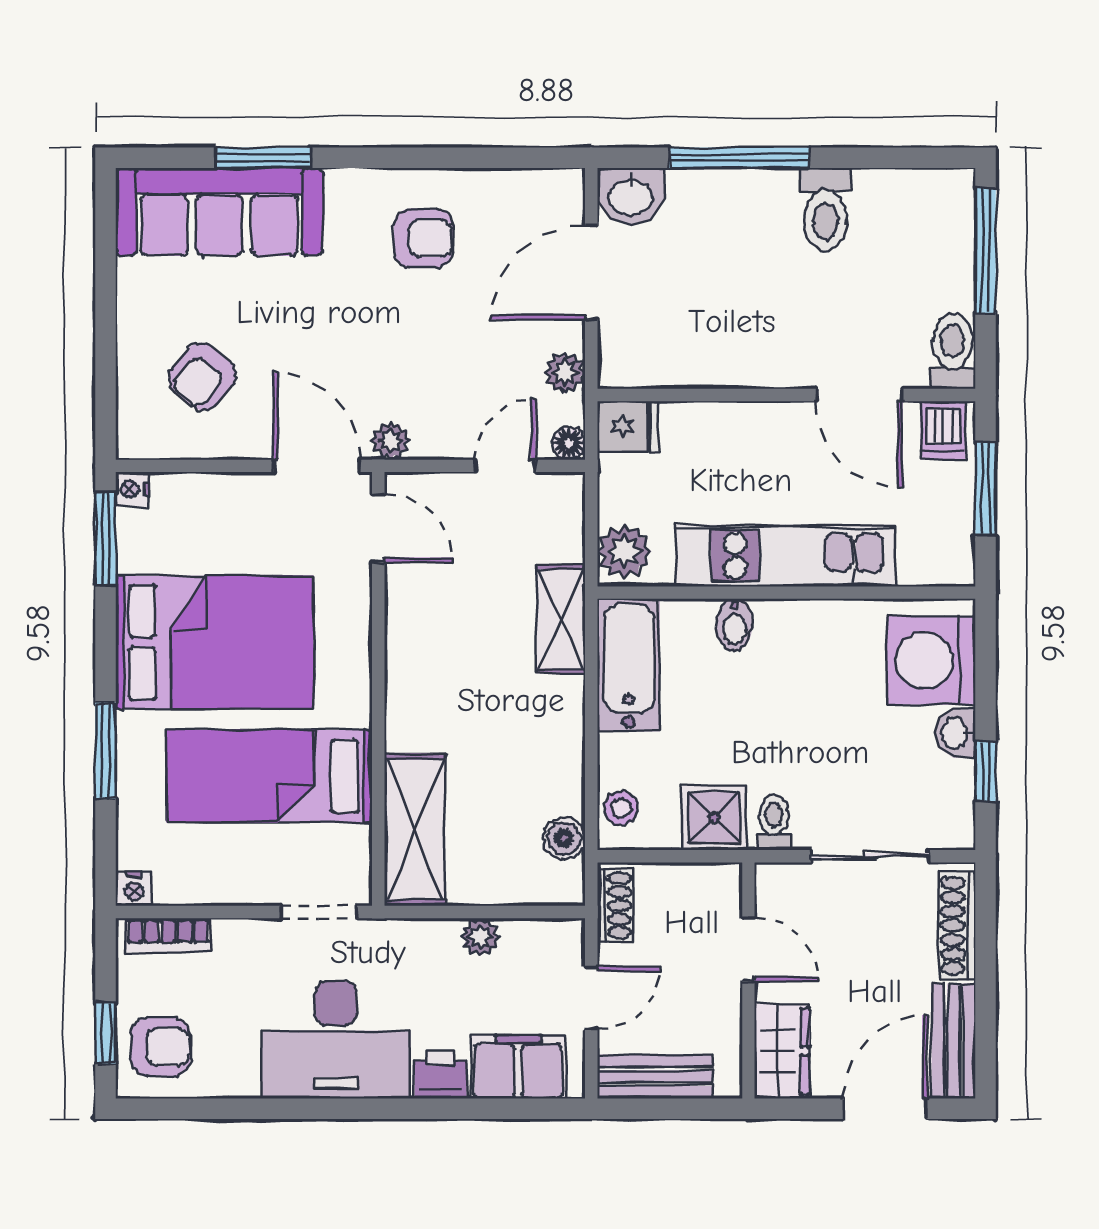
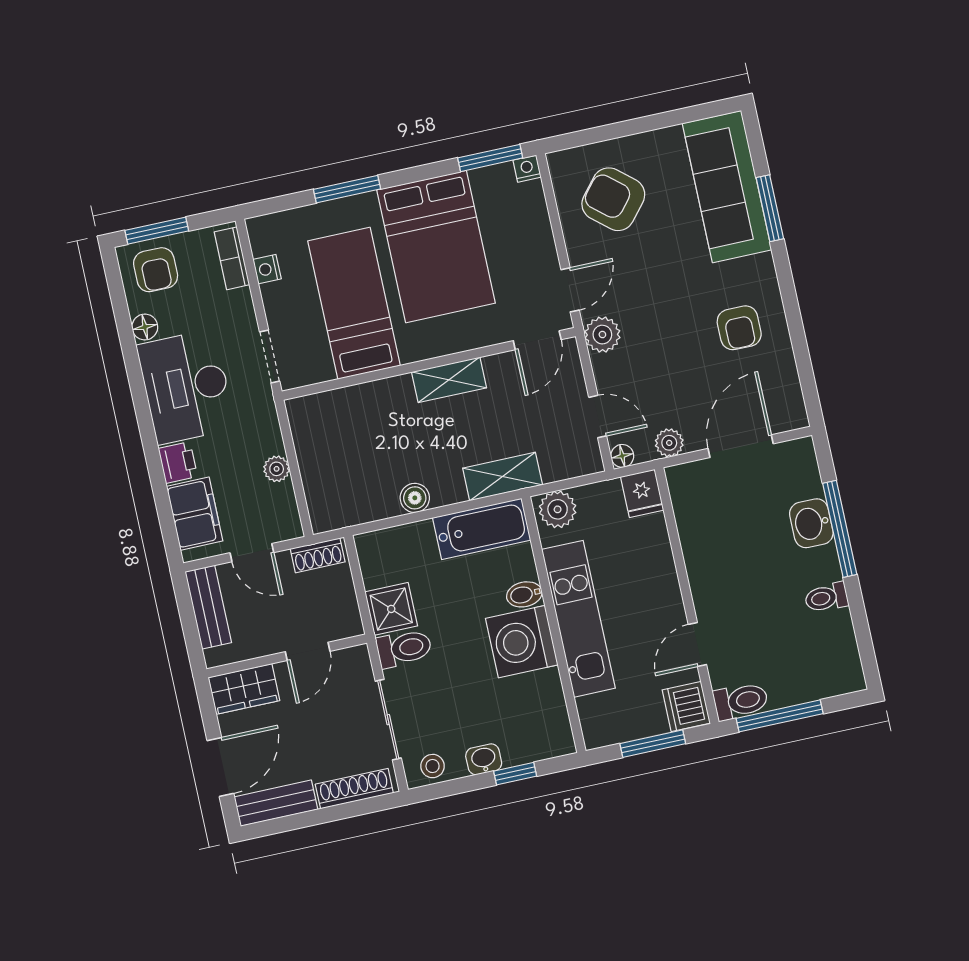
washbasin: (631, 196) -> (811, 523), moved
toilet: (825, 209) -> (826, 598), width x0.73, depth x0.72
window: (986, 251) -> (780, 716), moved
door: (591, 272) -> (741, 446), hinge flipped
armchair: (202, 377) -> (613, 199), width x1.38, depth x1.38
door: (859, 395) -> (697, 644), width x0.73
dishwasher: (943, 430) -> (686, 706), width x1.38
plant: (390, 441) -> (602, 335), width x1.38, depth x1.38
door: (317, 466) -> (570, 290), width x0.73
washing machine: (931, 660) -> (522, 642), moved, turned -90
window: (986, 771) -> (515, 774), moved
stool: (621, 808) -> (433, 766), moved
toilet: (774, 822) -> (404, 648), width x1.37, depth x1.39
shelving: (415, 830) -> (449, 380), moved, width x0.67, depth x0.75
boiler: (564, 838) -> (415, 498), moved
nightstand: (134, 889) -> (267, 269), moved
window: (106, 1033) -> (157, 231), width x1.50
floor lamp: (238, 1080) -> (145, 327), added
door: (885, 1109) -> (220, 767), hinge flipped

